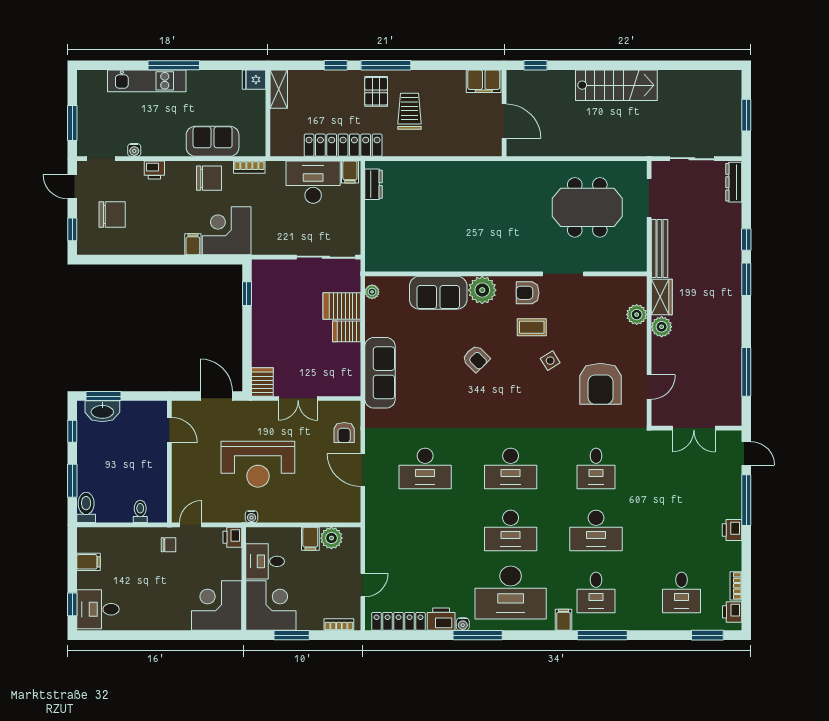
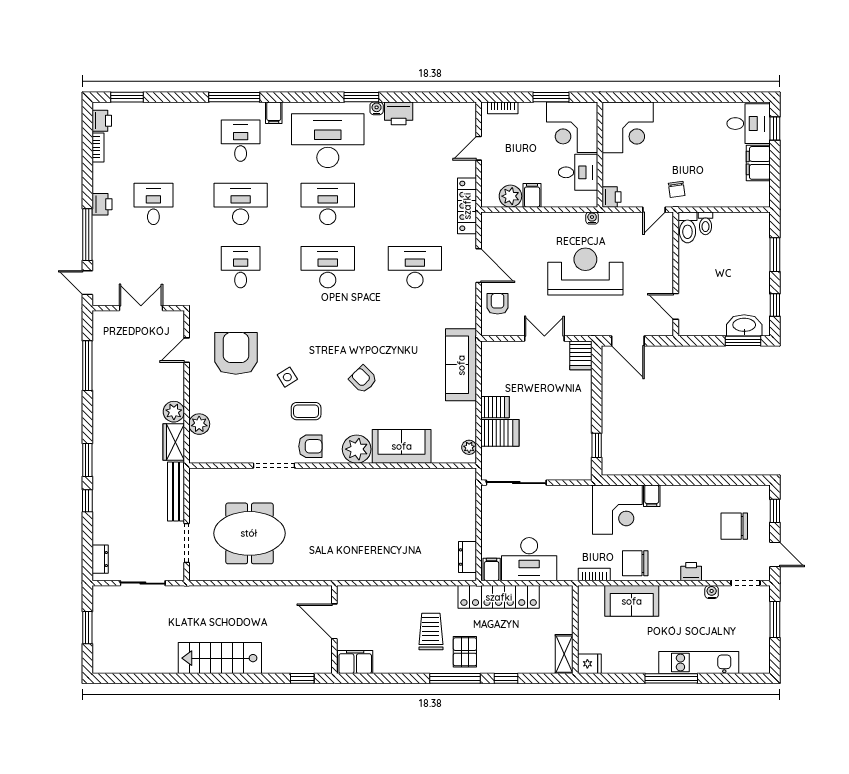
trolley: (409, 111) -> (431, 631), turned 180
dresser: (734, 182) -> (100, 559), width x0.70
toilet: (86, 507) -> (687, 227), moved
chair: (168, 545) -> (677, 189), turned -98
filing cabinet: (89, 562) -> (758, 163), width x2.00
desk: (681, 592) -> (153, 204), moved
locker: (399, 621) -> (467, 206), moved, turned 90
window: (478, 635) -> (361, 97), width x0.69

